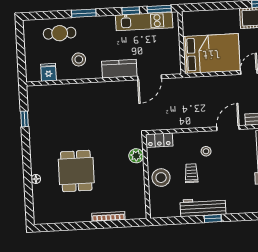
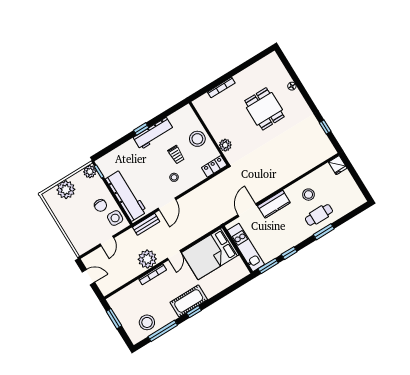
kitchen unit: (144, 21) -> (246, 247), moved, turned 90
cafe table: (60, 33) -> (319, 215), moved
fridge: (48, 72) -> (338, 165), moved

